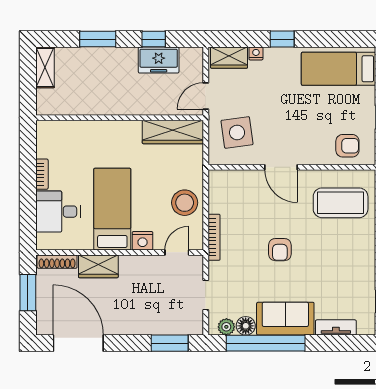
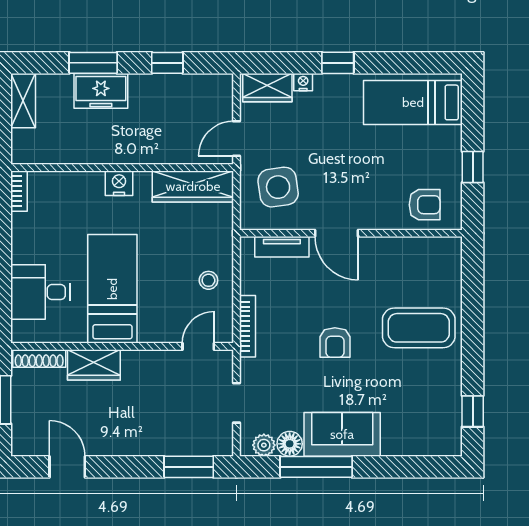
freezer: (159, 60) -> (101, 91), moved
bookcase: (42, 174) -> (19, 191), moved
stool: (185, 203) -> (208, 280), width x0.53, depth x0.53
coffee table: (341, 203) -> (419, 328), moved
nightstand: (143, 241) -> (119, 183), moved, turned 180
tv unit: (336, 327) -> (282, 247), moved, turned 180
door: (78, 343) -> (67, 467), width x0.53
window: (266, 343) -> (316, 467), width x0.68

